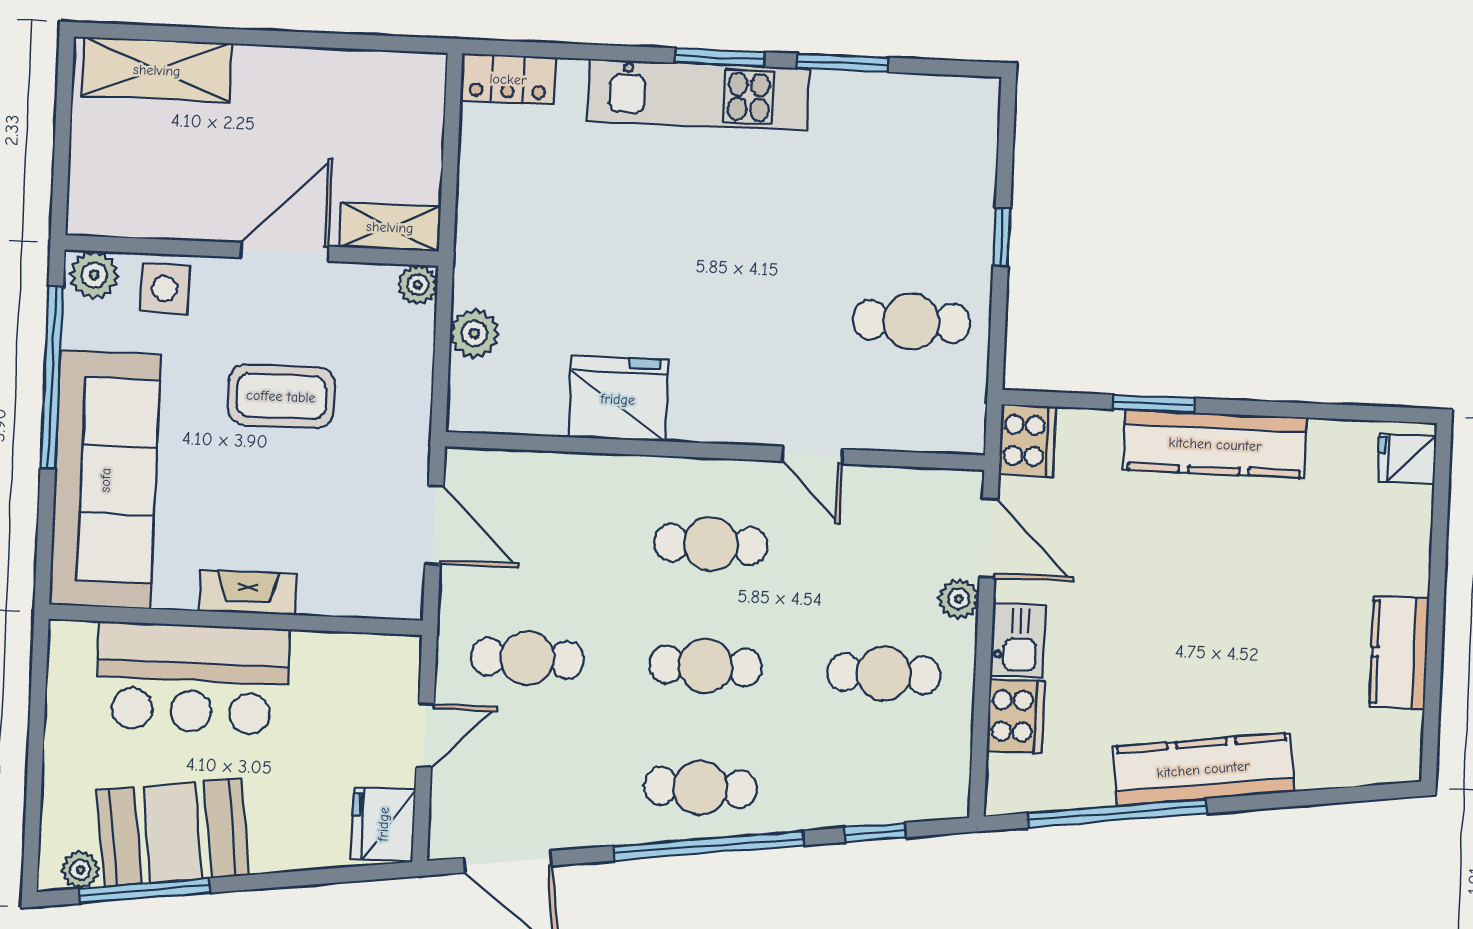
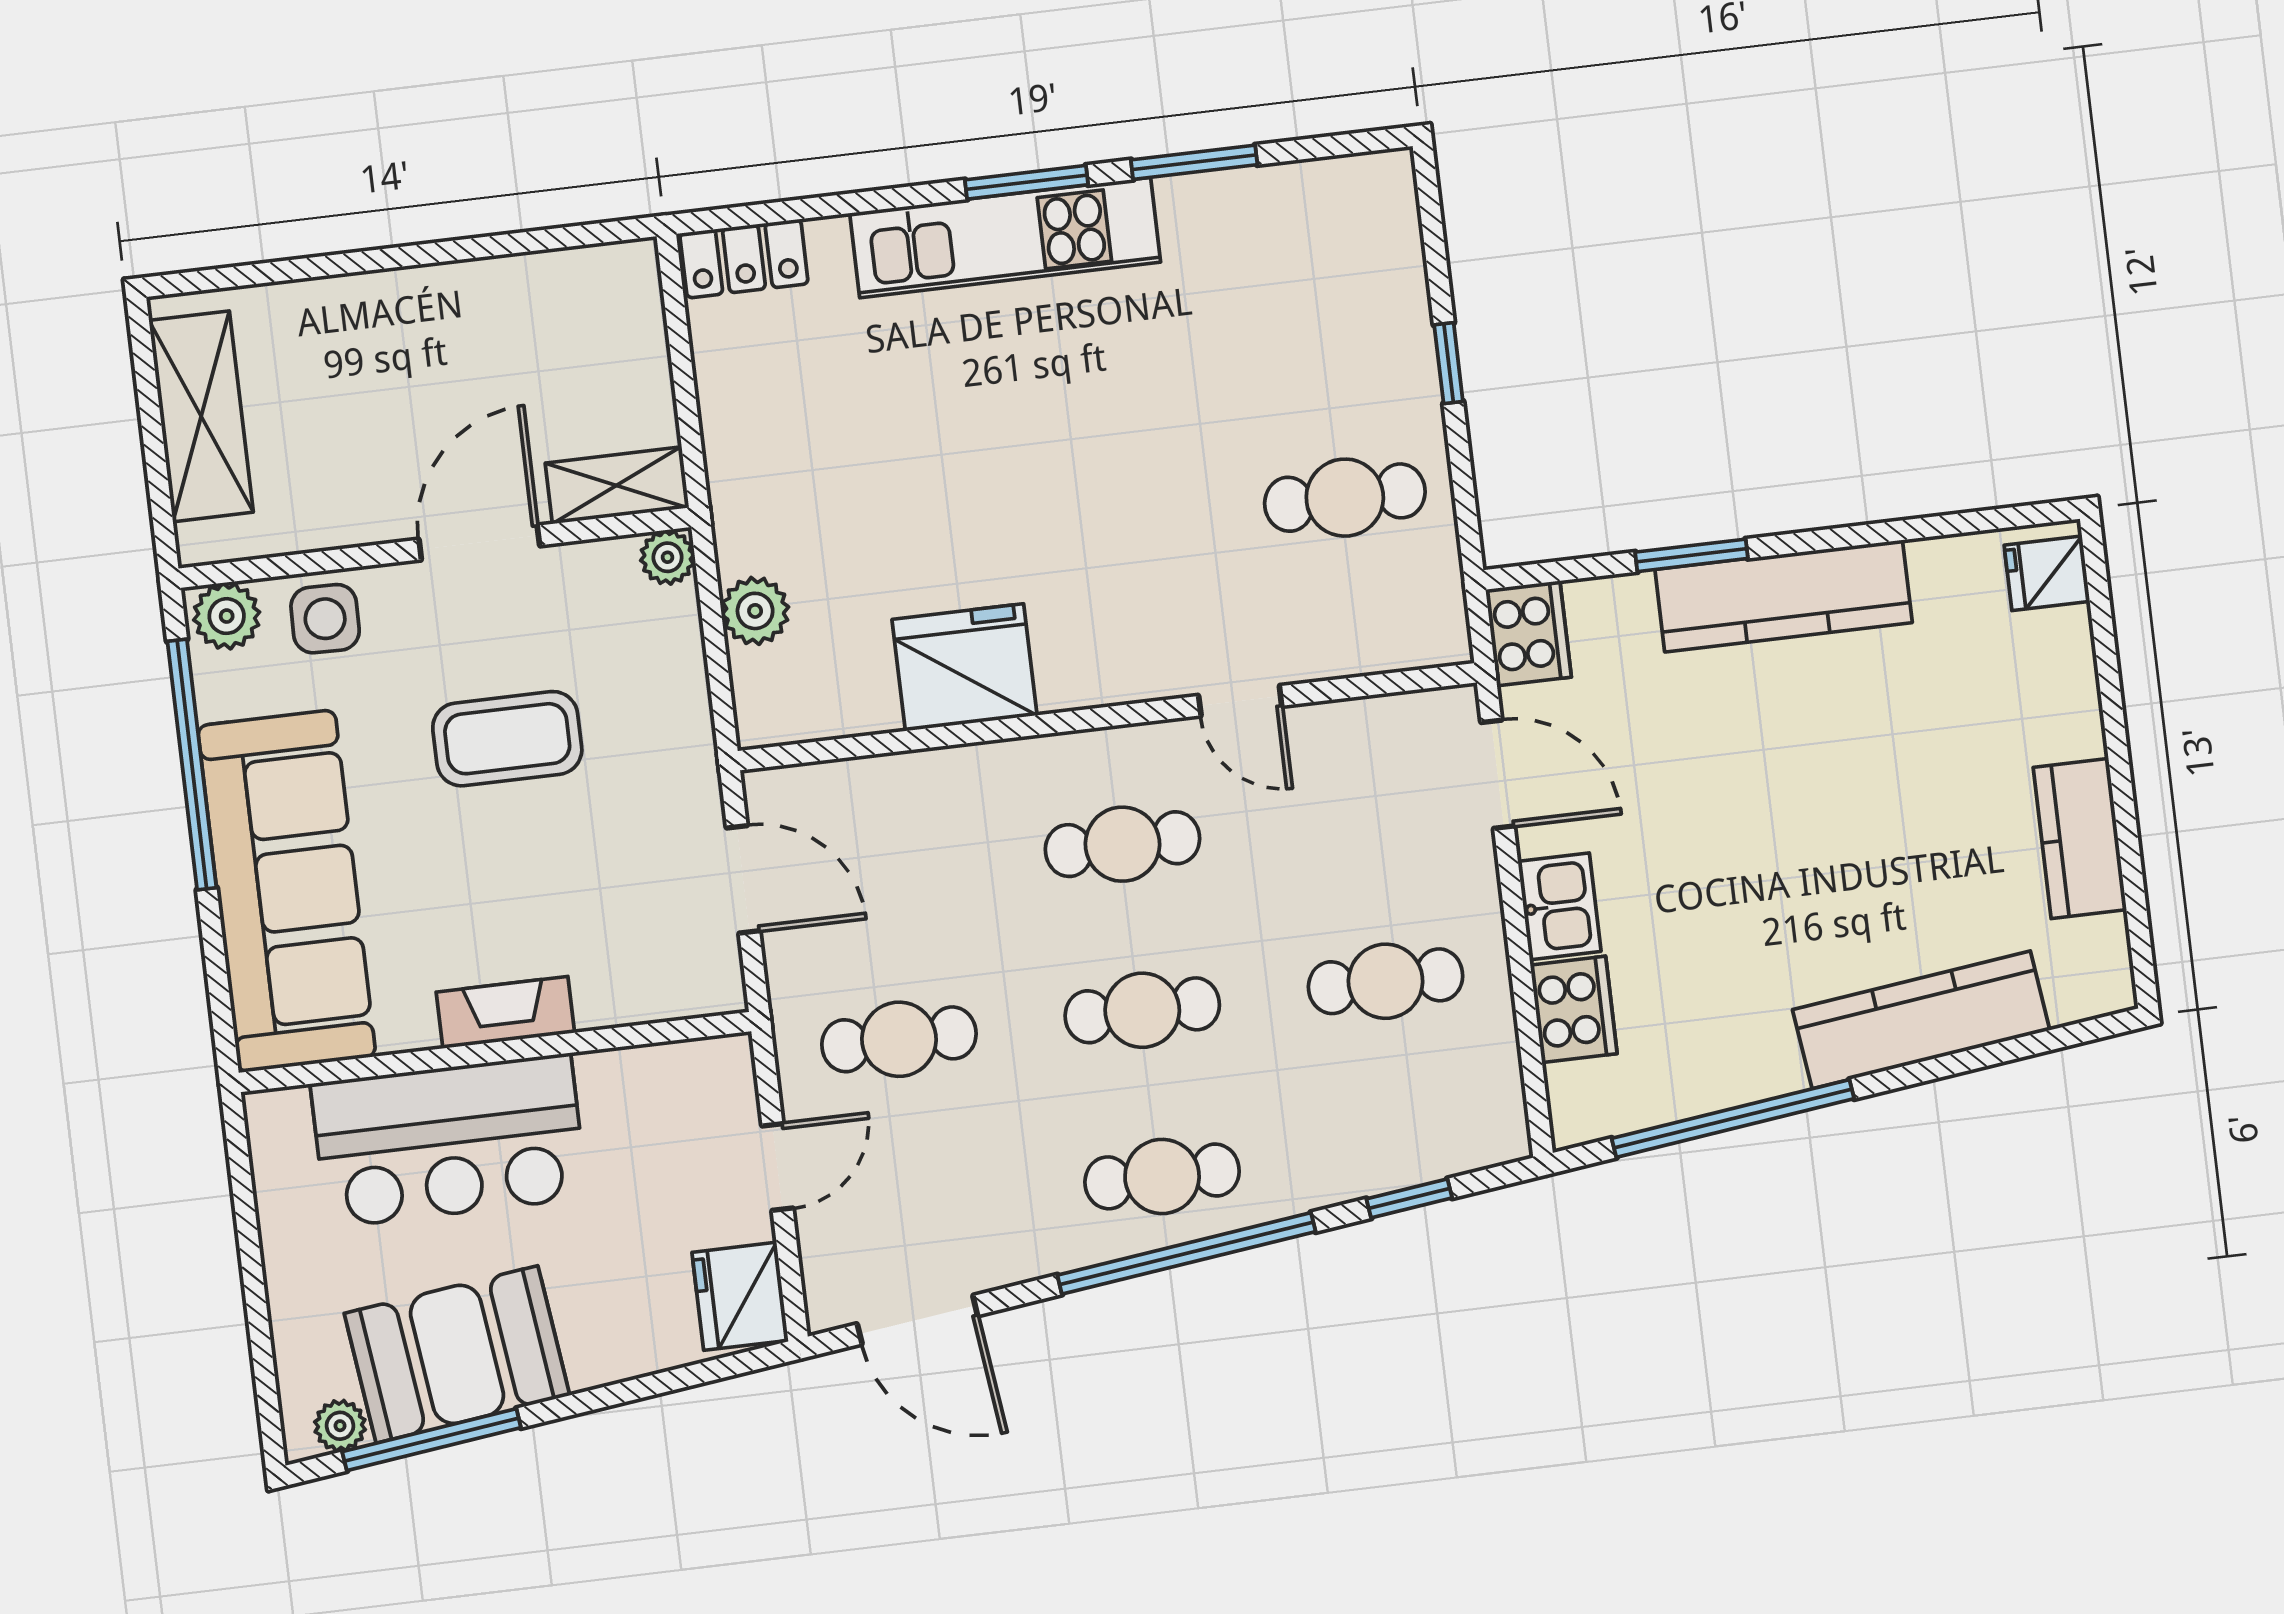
shelving: (157, 70) -> (201, 416), moved, turned 90
plant: (959, 599) -> (1471, 863), removed
kitchen counter: (1203, 769) -> (1921, 1020), moved

